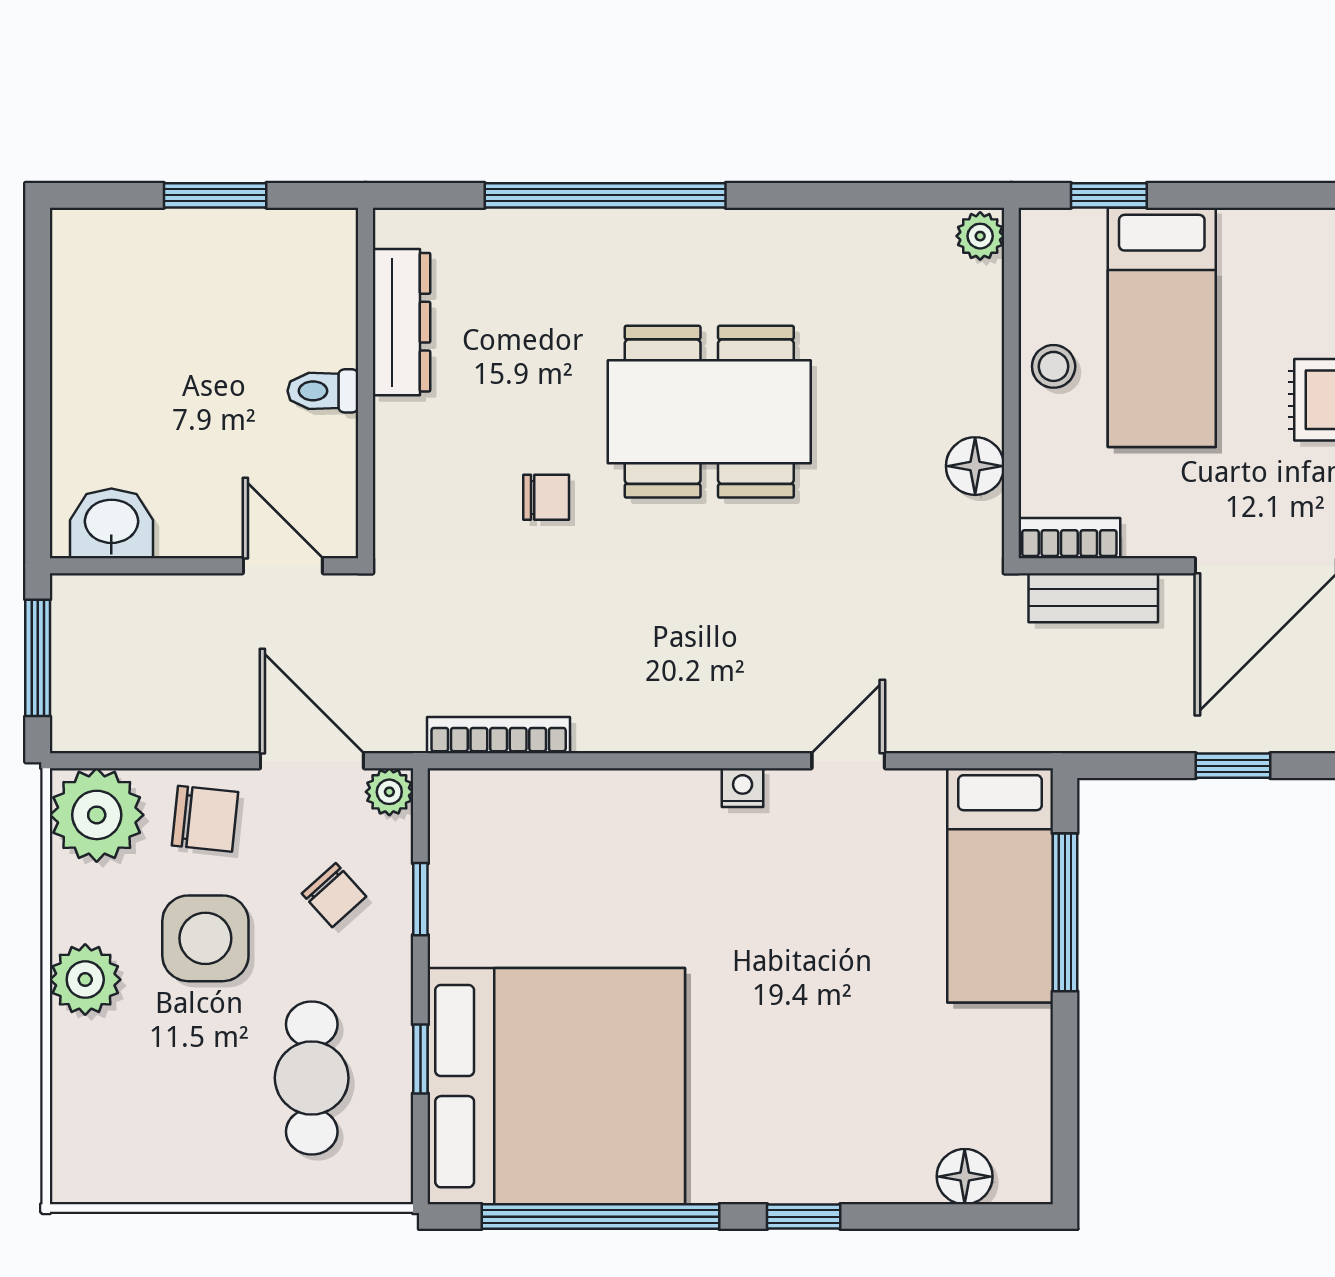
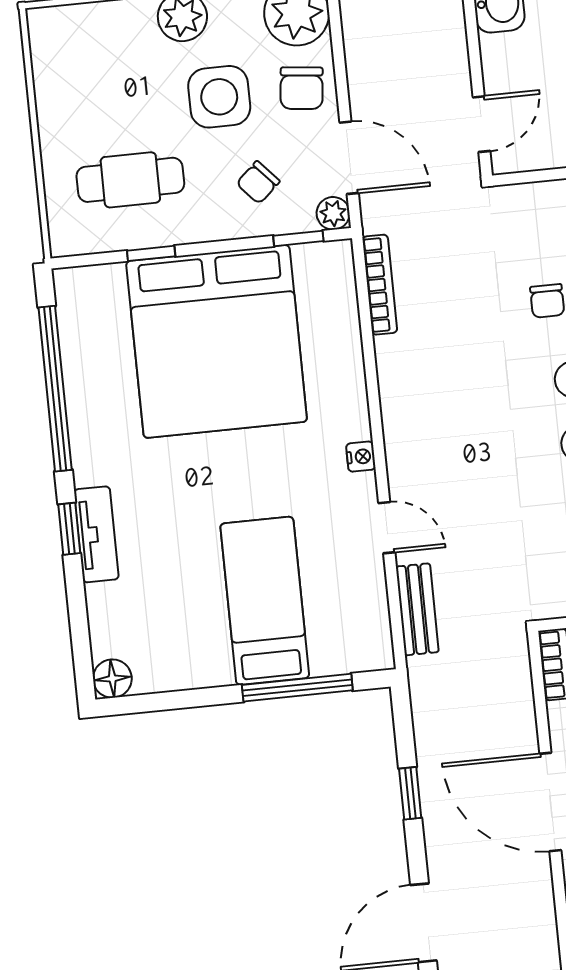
bench: (1093, 598) -> (417, 609), moved
door: (312, 761) -> (349, 158), hinge flipped
bed: (1000, 885) -> (265, 601), moved, turned 90
window: (420, 899) -> (298, 238), moved
bed: (556, 1086) -> (217, 341), moved
floor lamp: (965, 1177) -> (112, 679), moved
tv unit: (816, 1179) -> (96, 534), added

